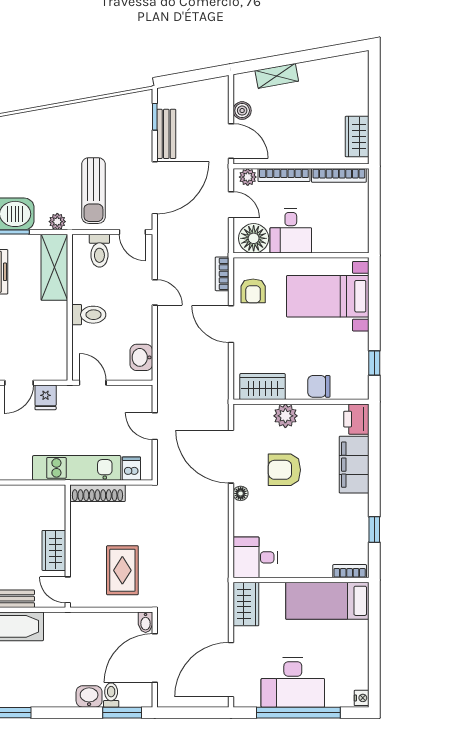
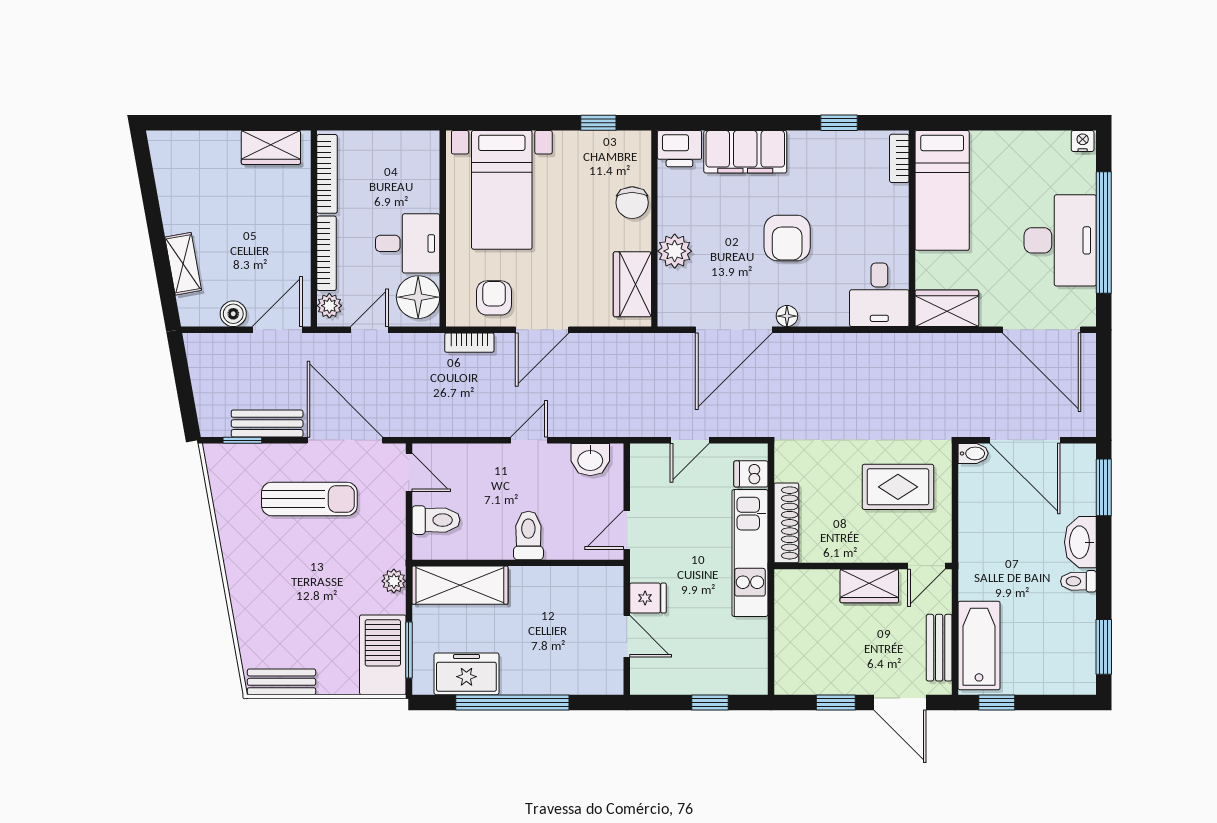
sun lounger: (93, 191) -> (309, 499), moved
door: (132, 232) -> (409, 472), hinge flipped
armchair: (253, 291) -> (494, 298), turned -90
door: (155, 292) -> (529, 440), moved
armchair: (284, 470) -> (787, 238), moved
toilet: (111, 695) -> (1078, 581), moved
washbasin: (89, 696) -> (1080, 542), width x1.38

